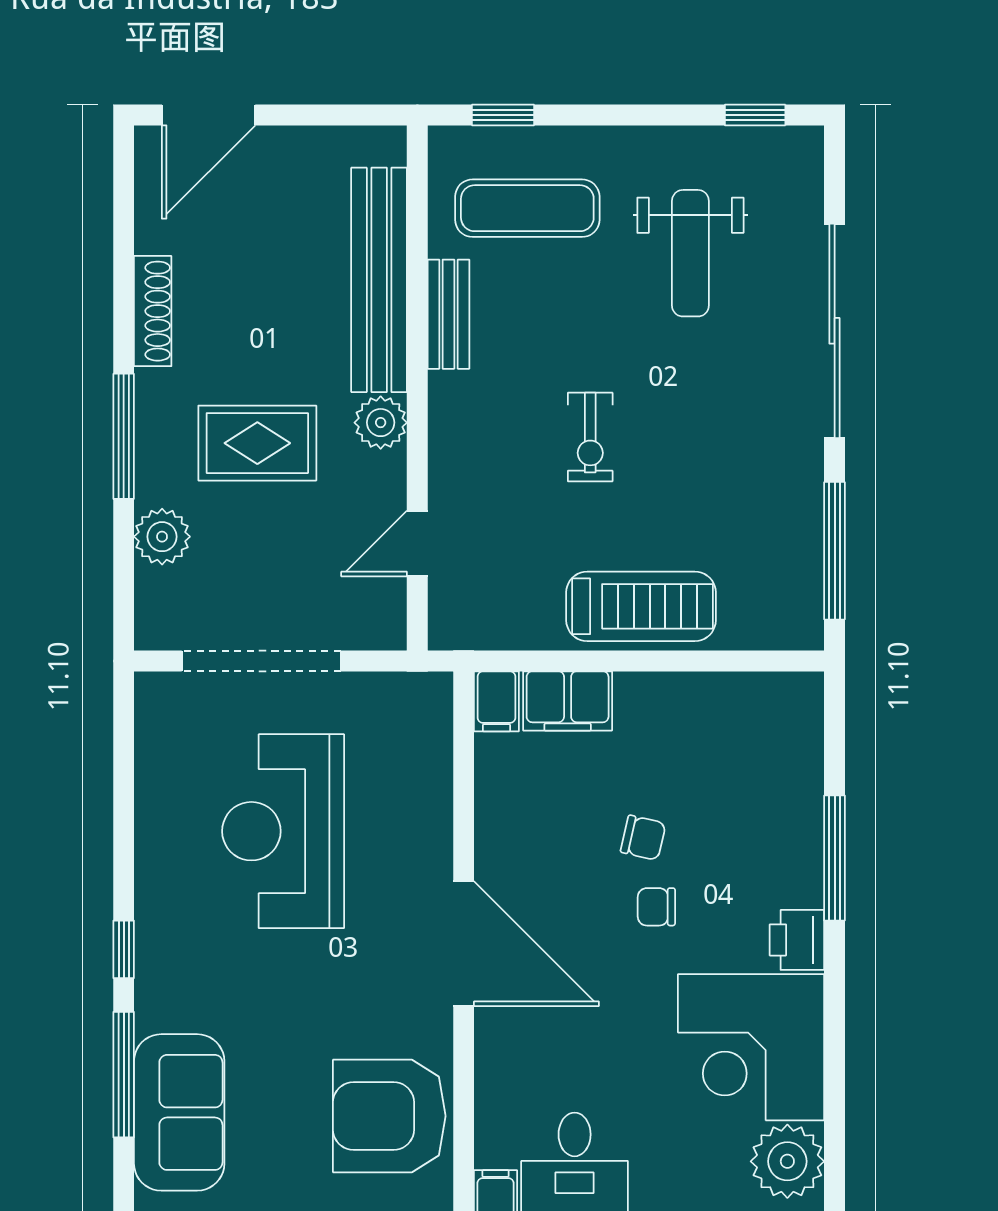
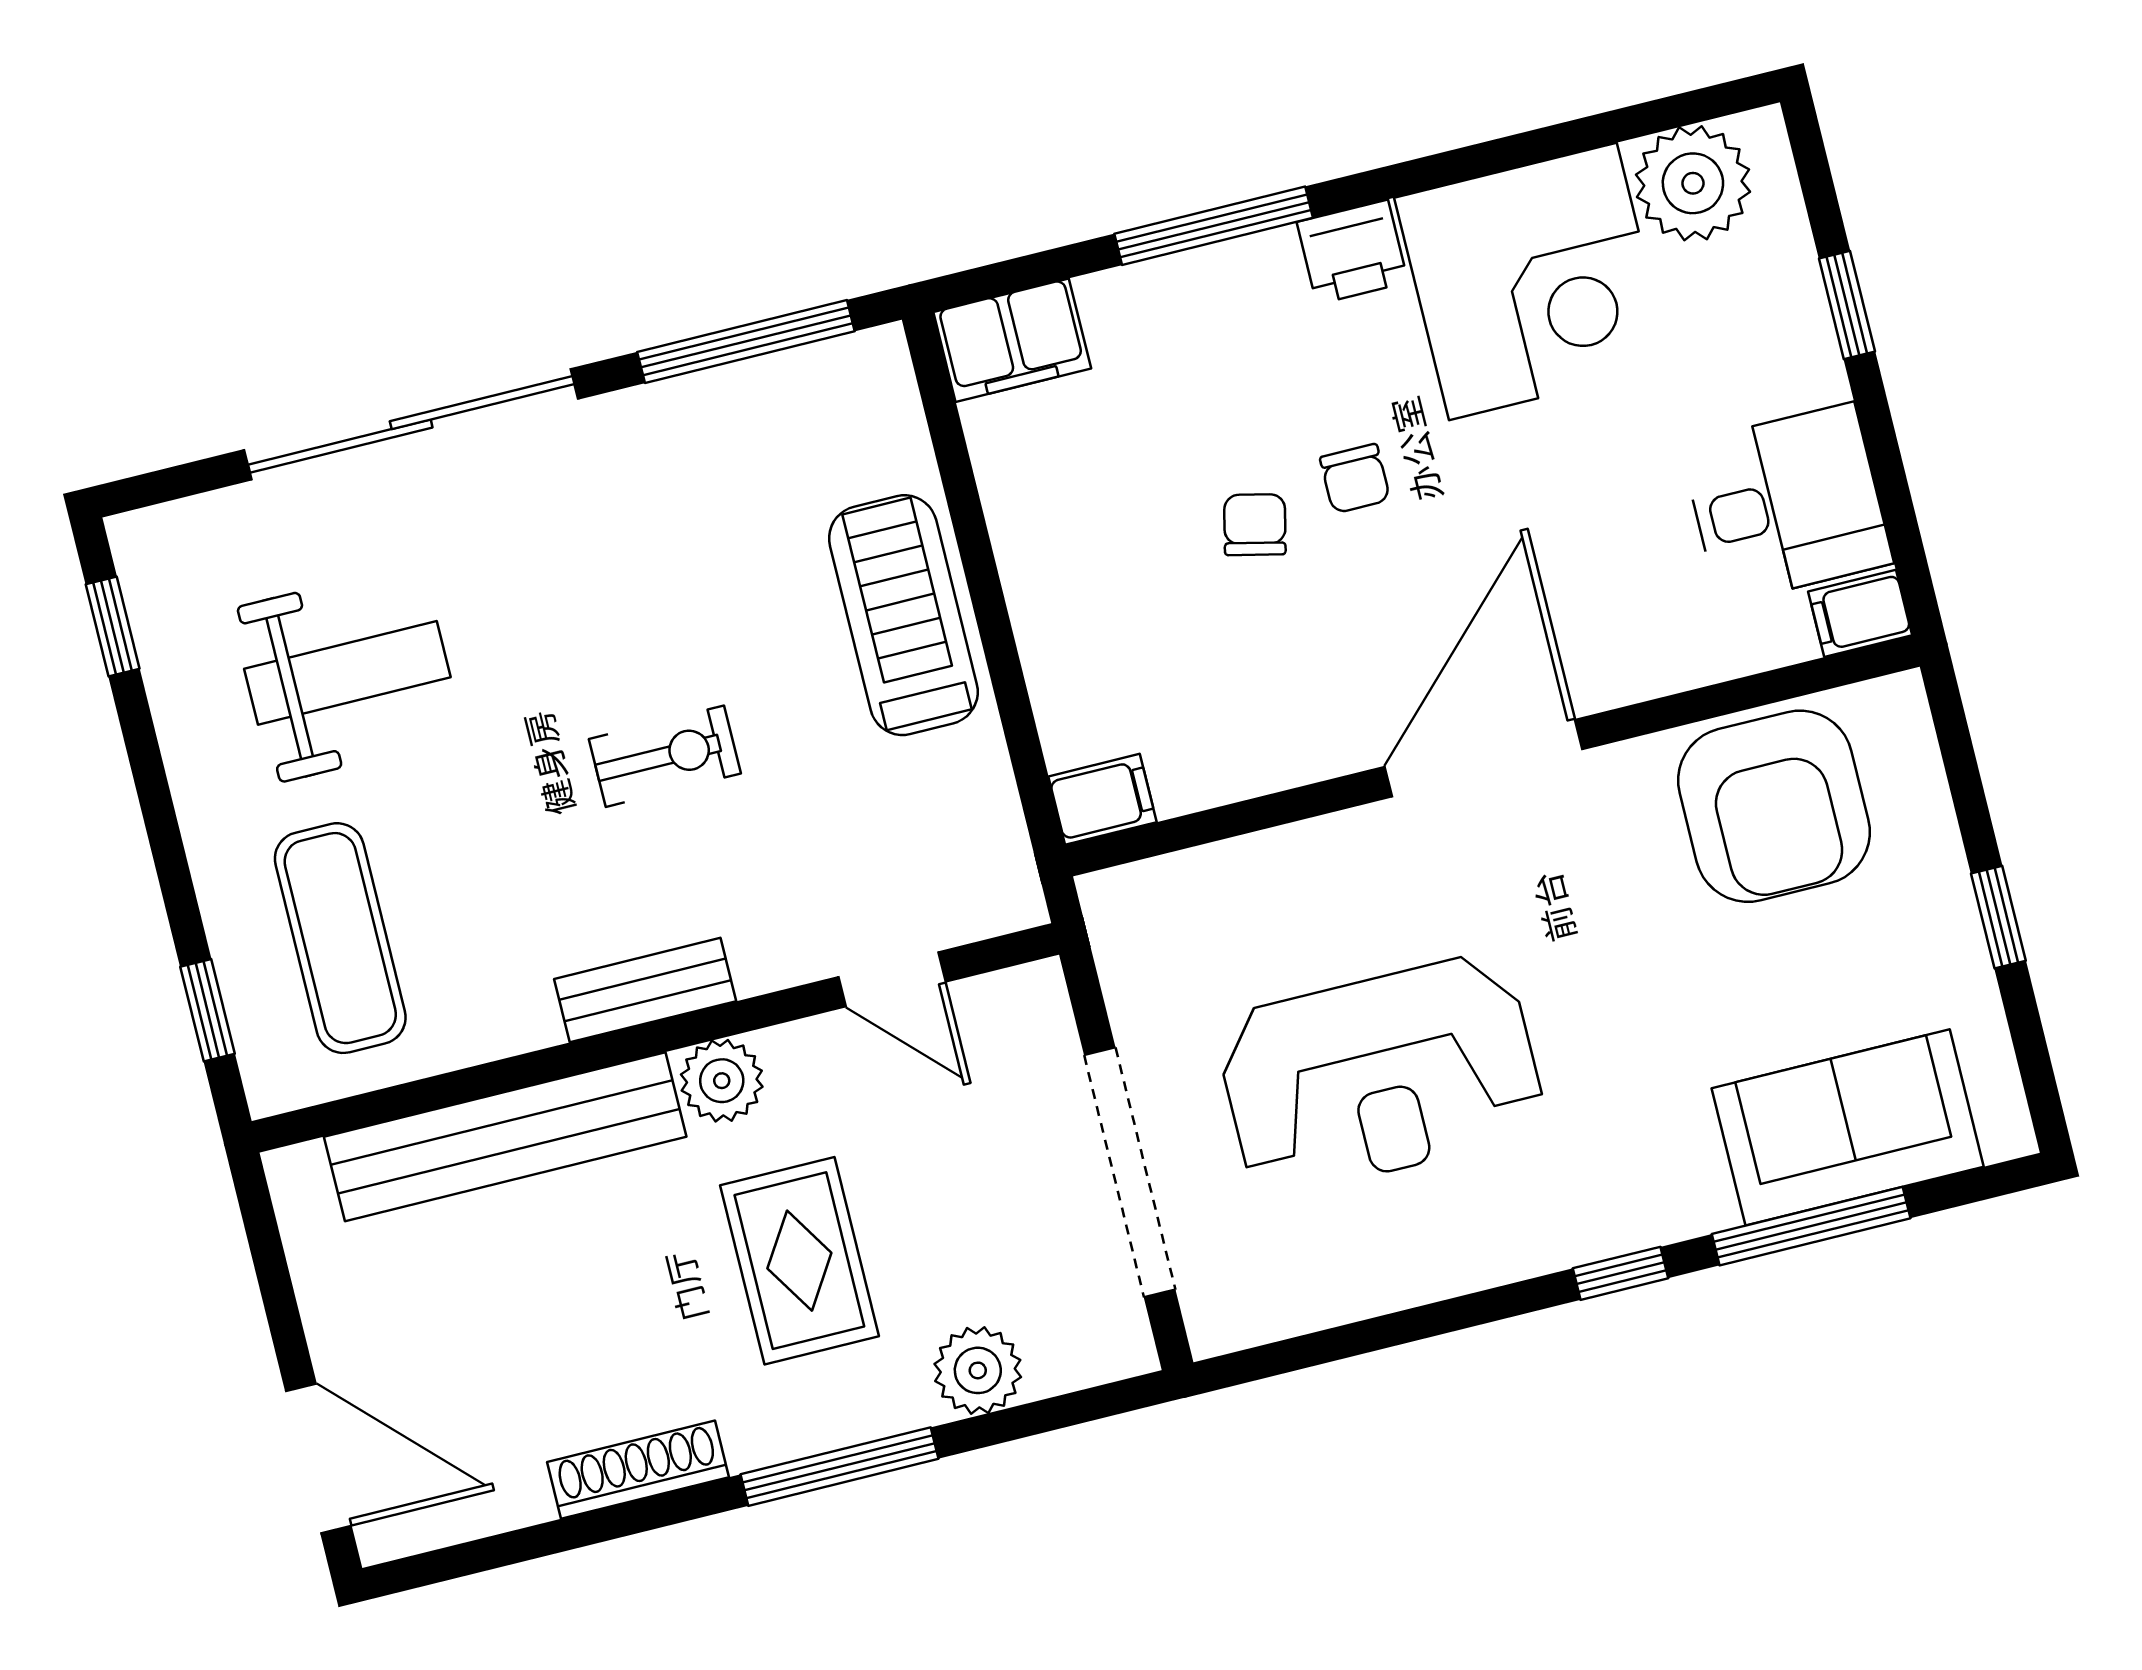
bench: (448, 314) -> (645, 990), moved
filing cabinet: (568, 701) -> (1012, 340), moved, turned 90

